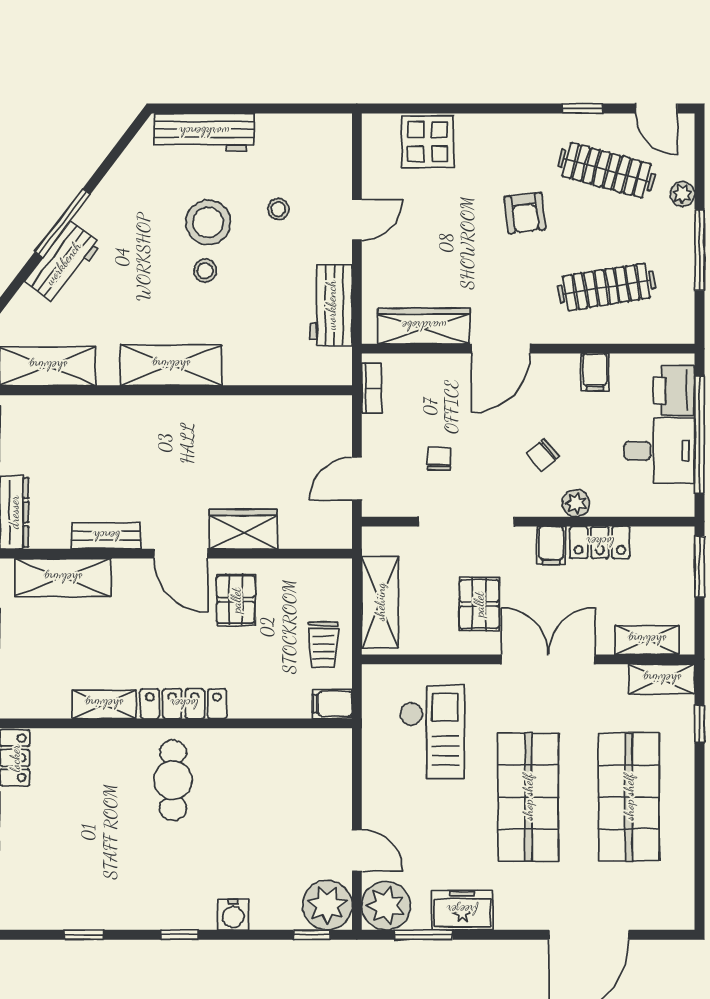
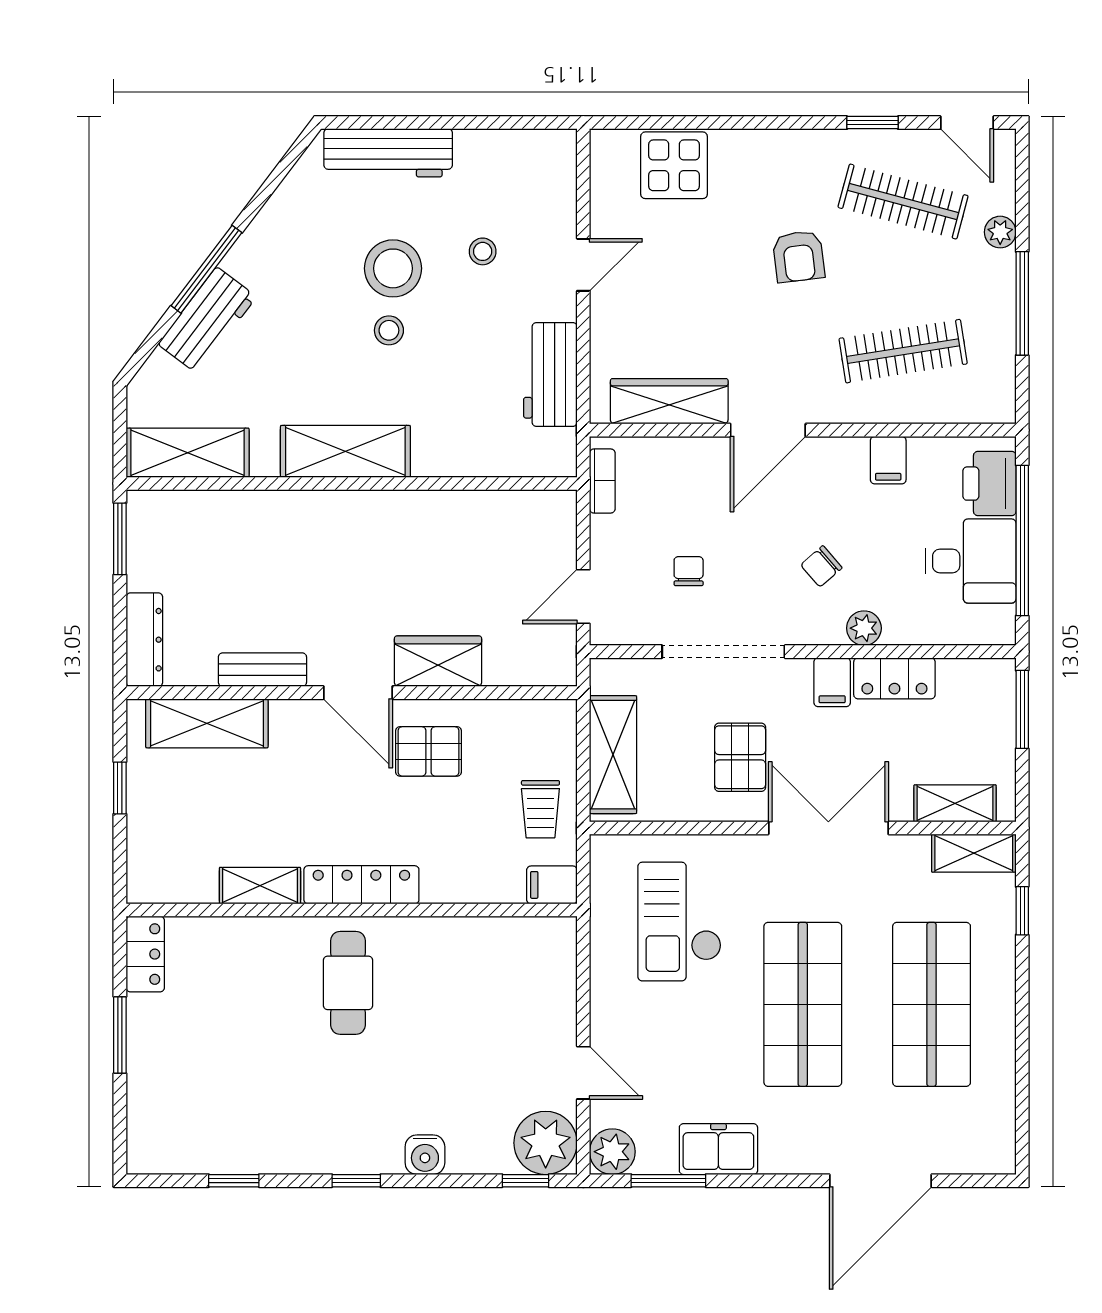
pallet: (236, 600) -> (429, 751), turned 90
checkout: (432, 732) -> (679, 922), turned 180
plant: (386, 906) -> (612, 1152), width x0.73, depth x0.73

